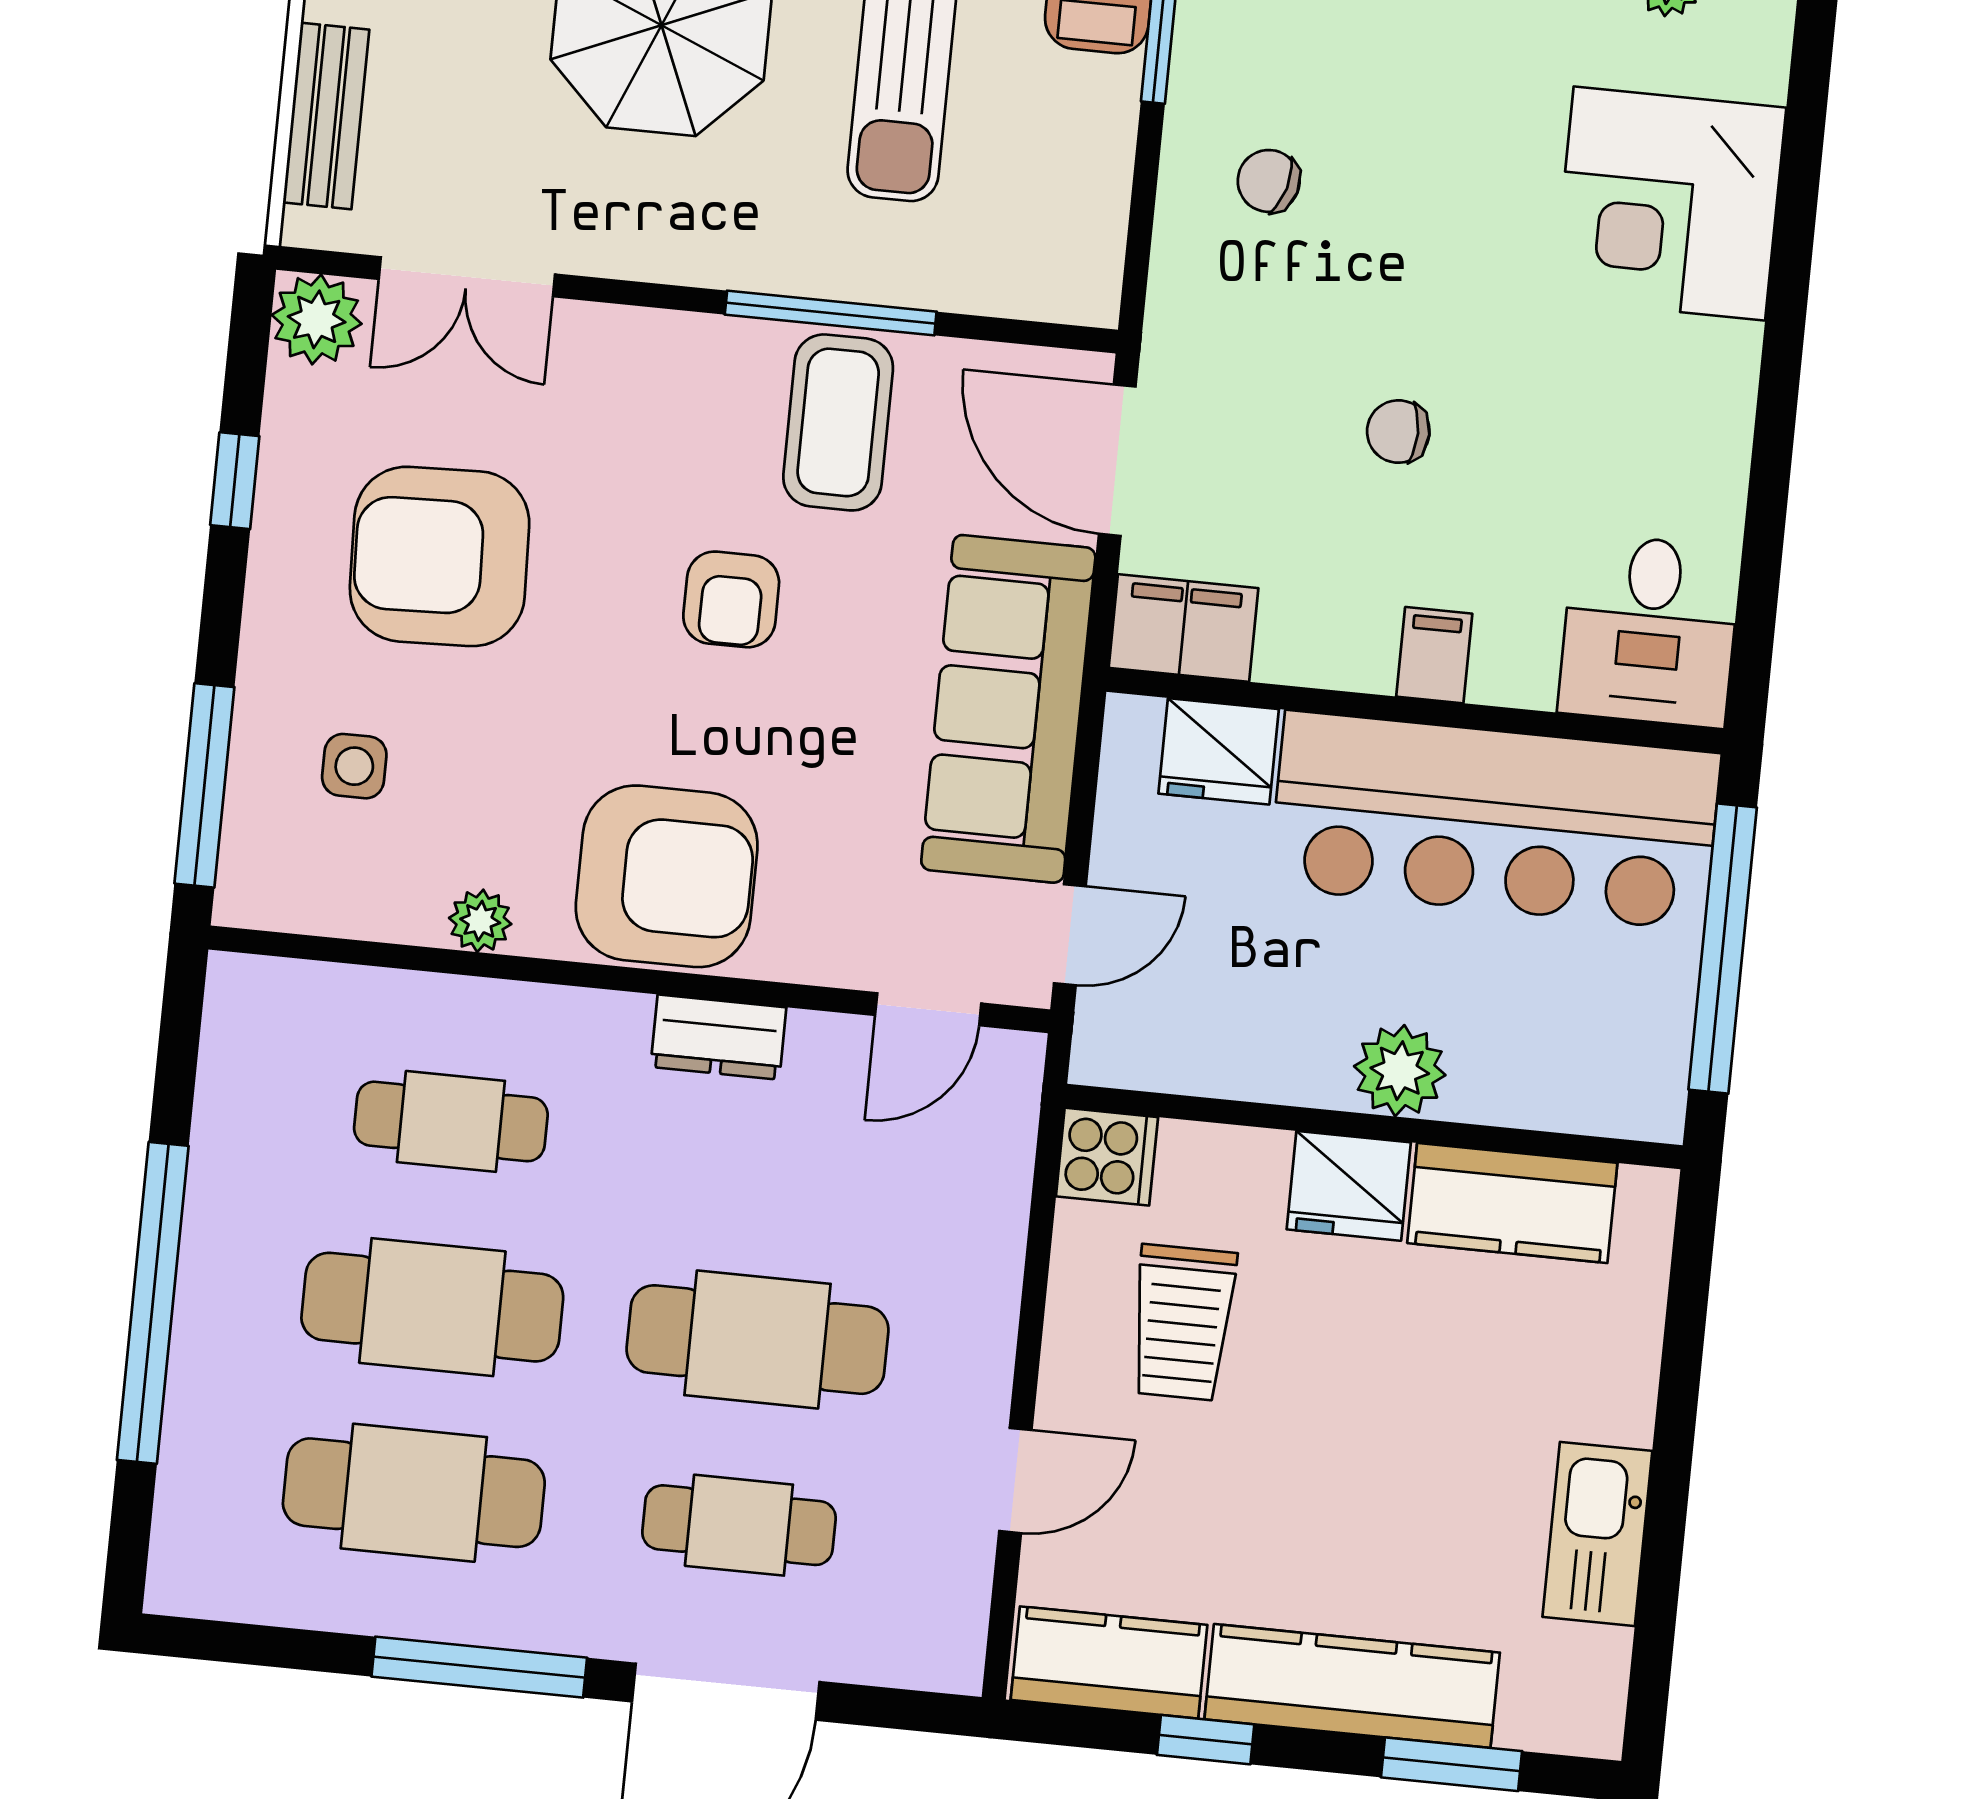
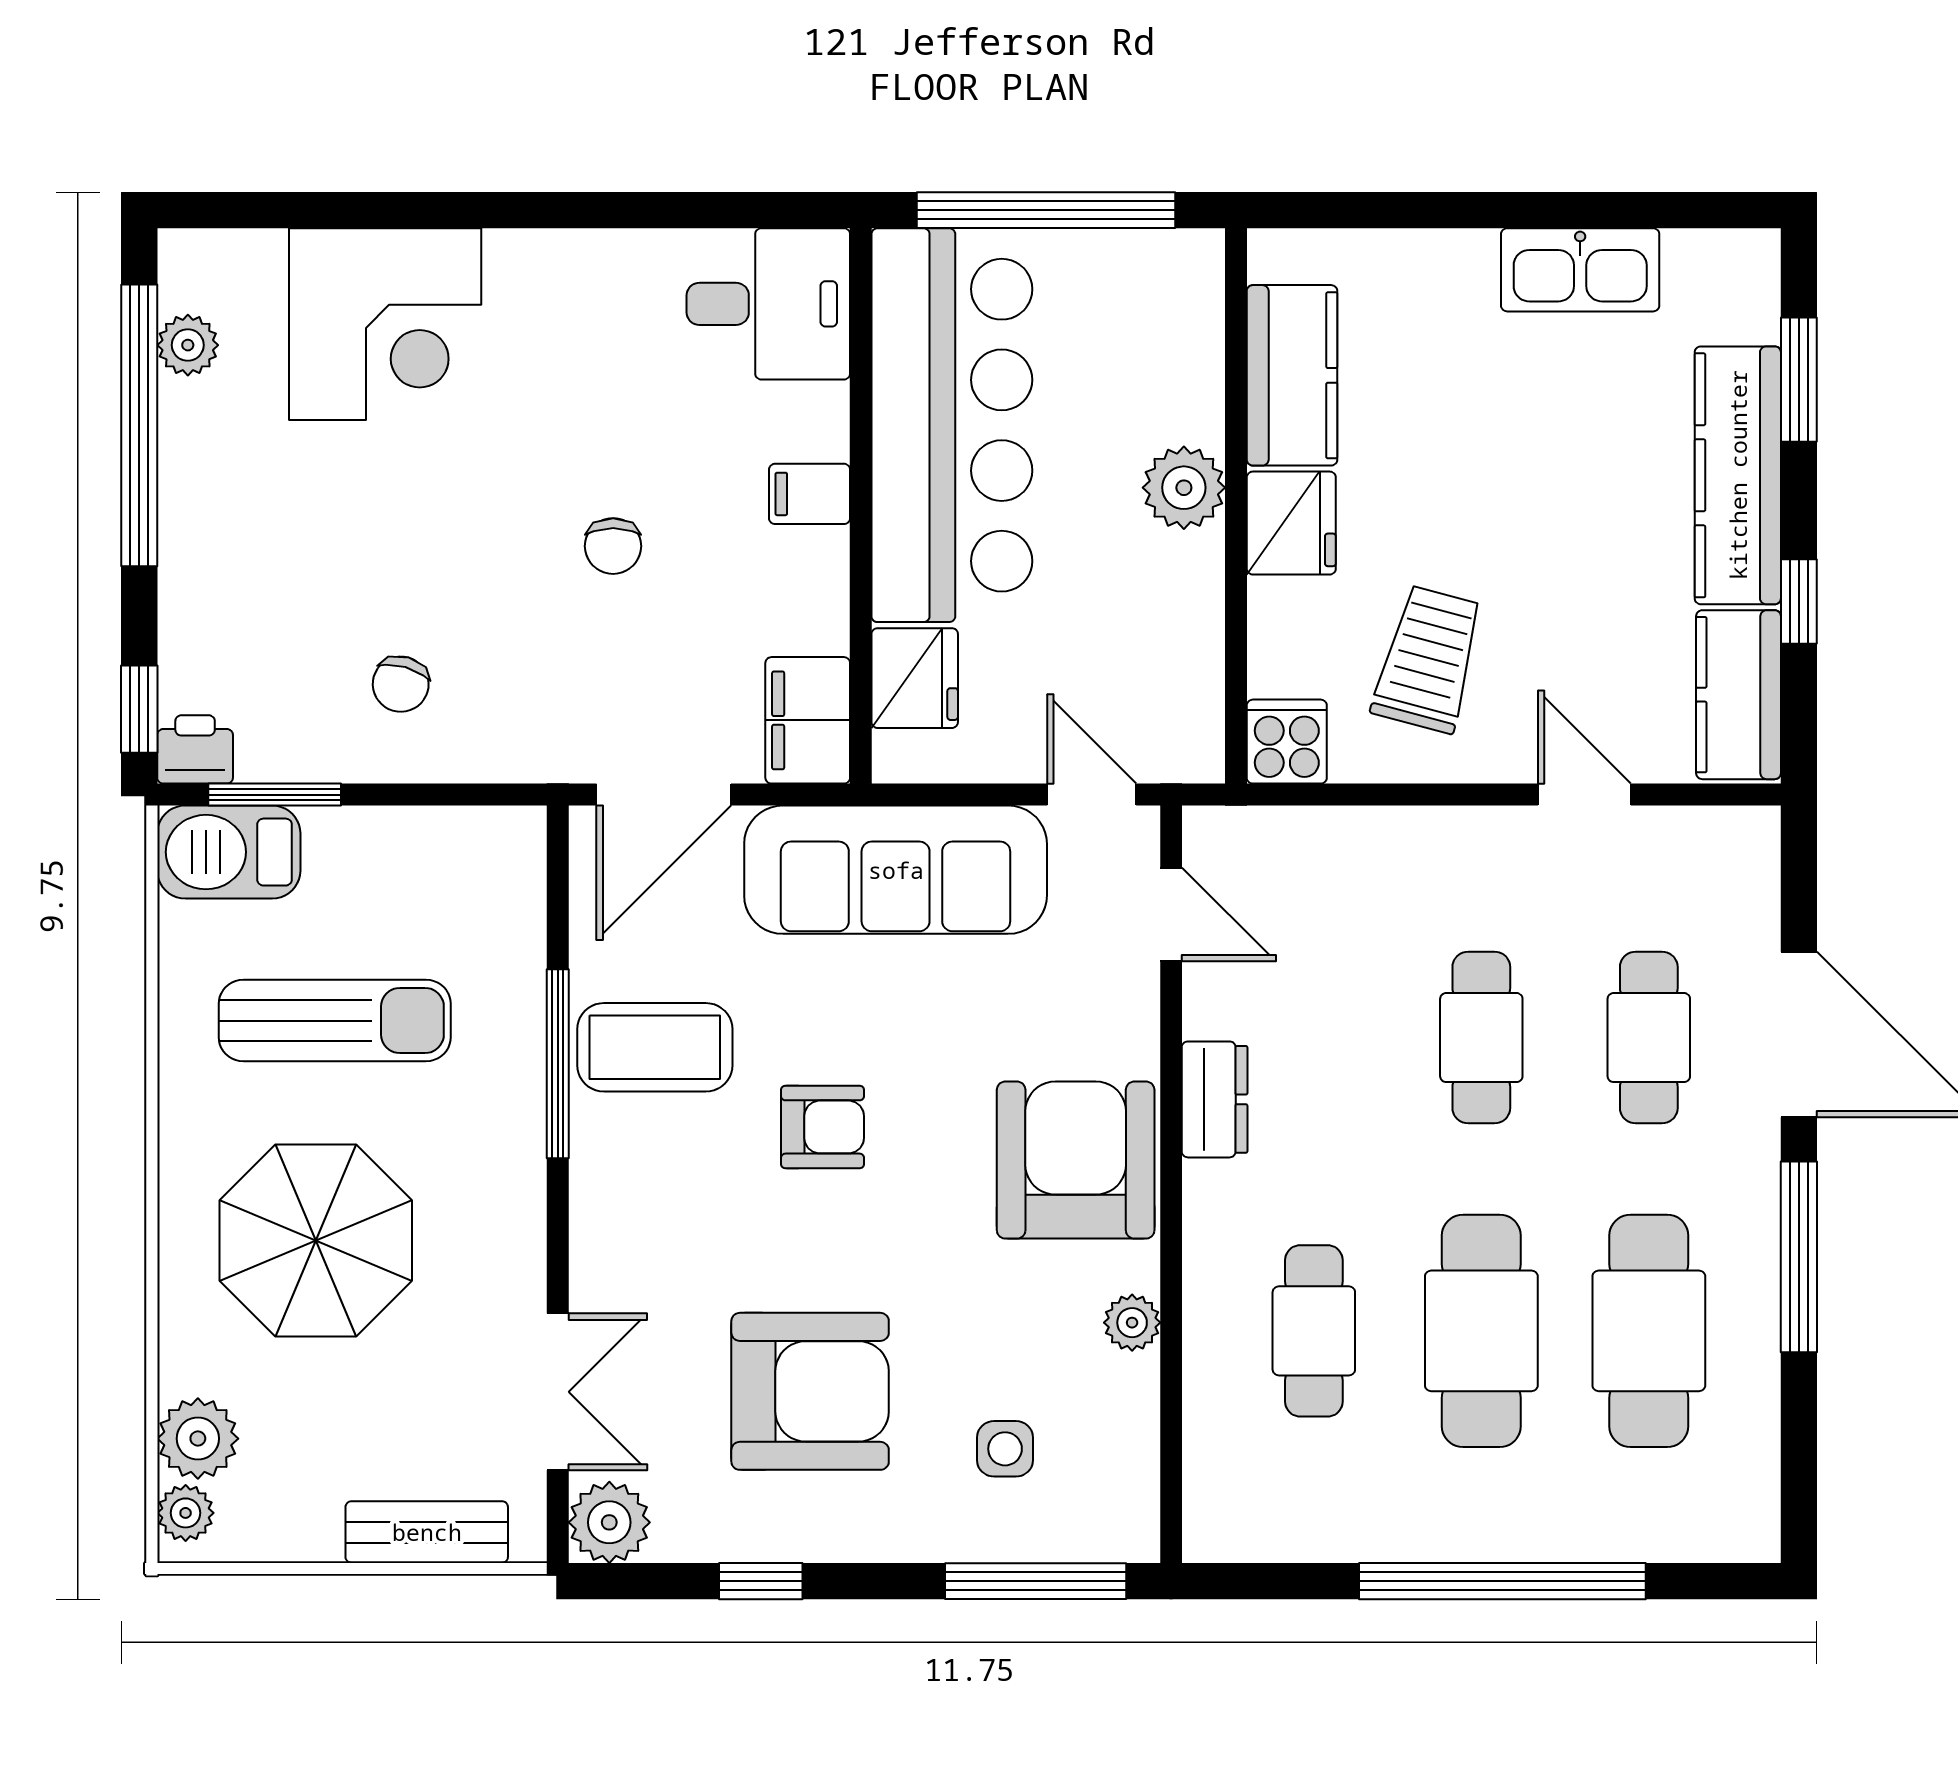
armchair: (440, 556) -> (810, 1391), turned -88
trolley: (1183, 1323) -> (1428, 659), turned -75
cafe table: (757, 1340) -> (1481, 1038), width x0.73, depth x0.74

